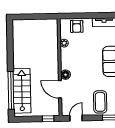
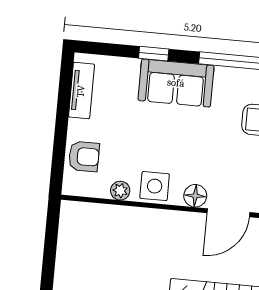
side table: (68, 57) -> (155, 186), added

